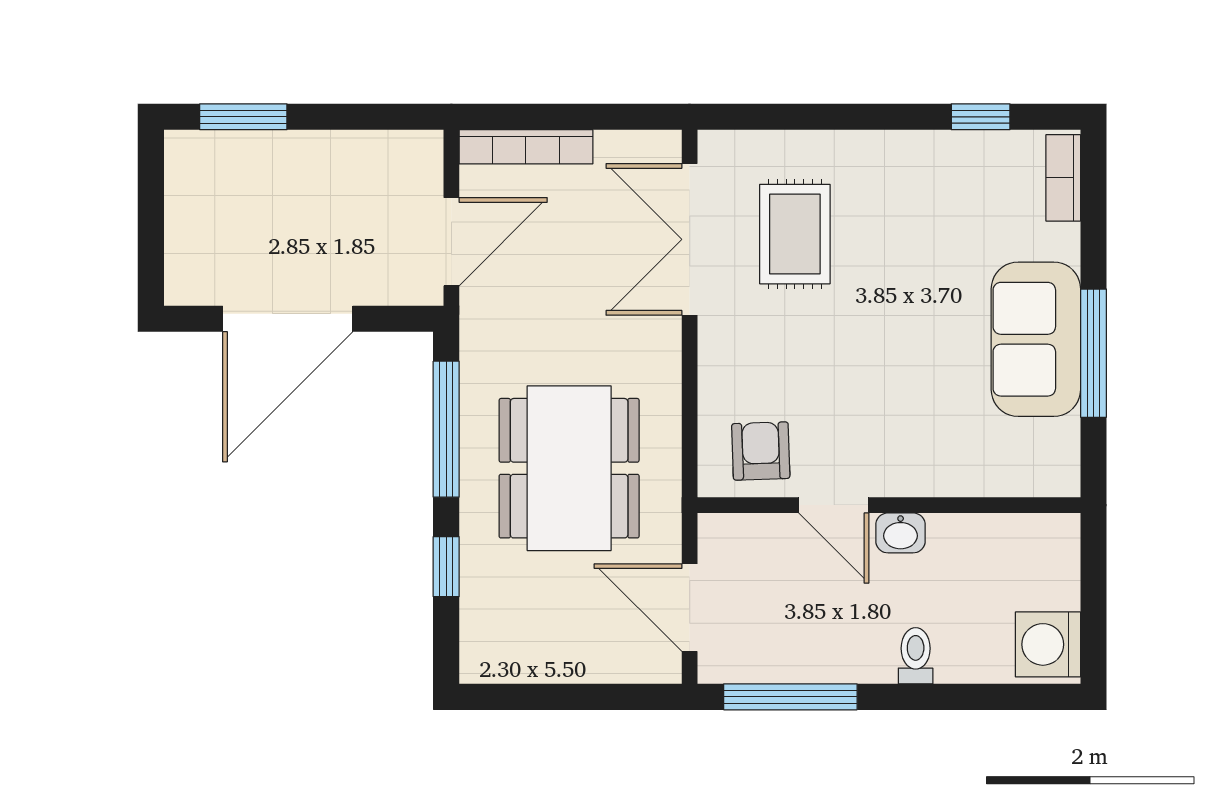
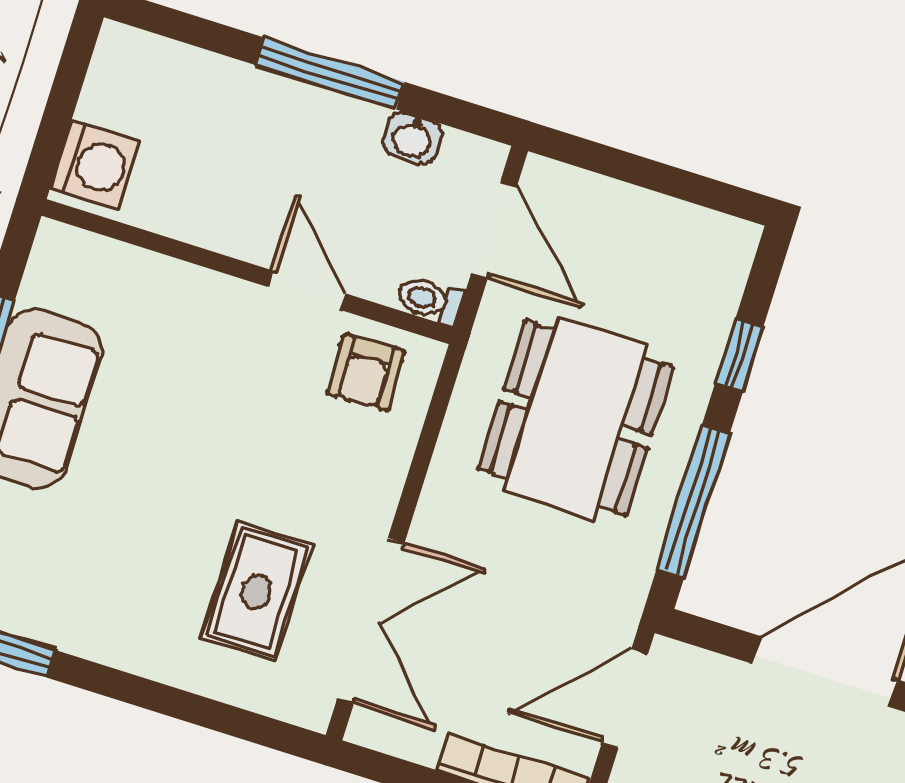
washbasin: (901, 533) -> (412, 138), moved, turned 180
washing machine: (1048, 644) -> (95, 165), moved
toilet: (916, 656) -> (430, 300), moved, turned 90
window: (790, 697) -> (329, 73), moved

